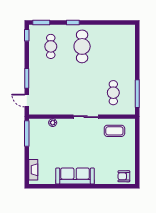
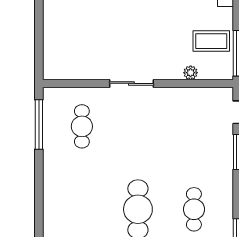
coffee table: (114, 131) -> (211, 41), moved

